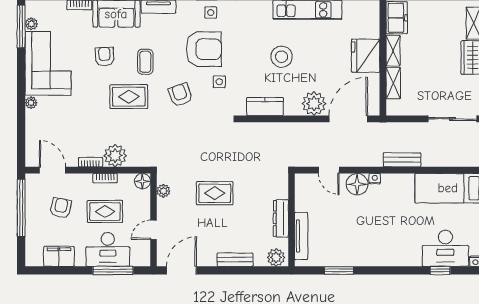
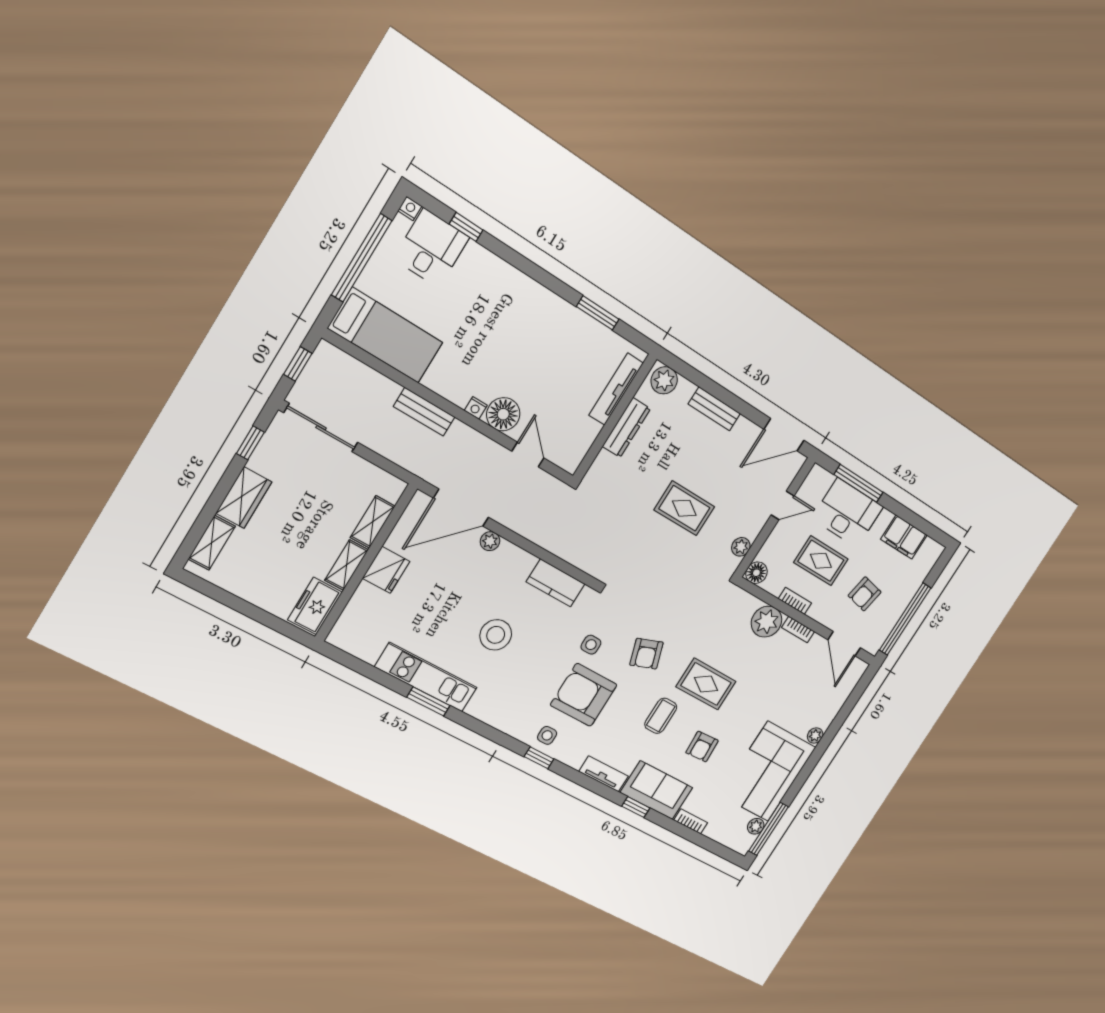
fridge: (366, 56) -> (386, 570), width x0.73, depth x0.75
plant: (314, 104) -> (490, 541), width x0.53, depth x0.53
desk: (445, 248) -> (431, 248), width x0.73

